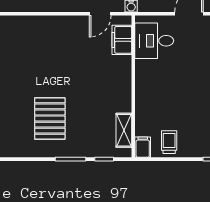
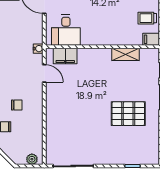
shelving: (124, 130) -> (125, 54), moved

